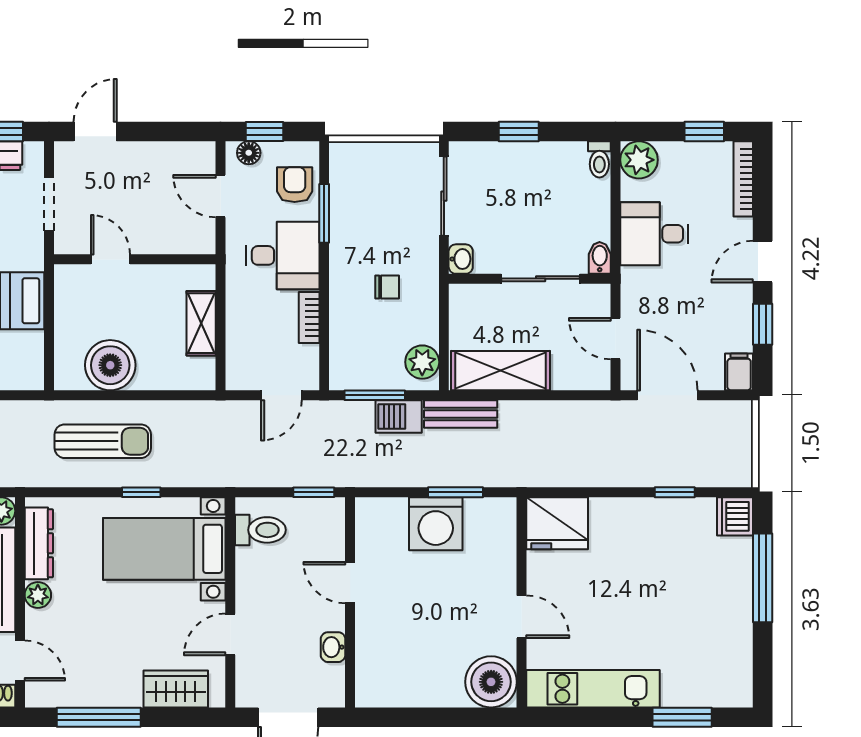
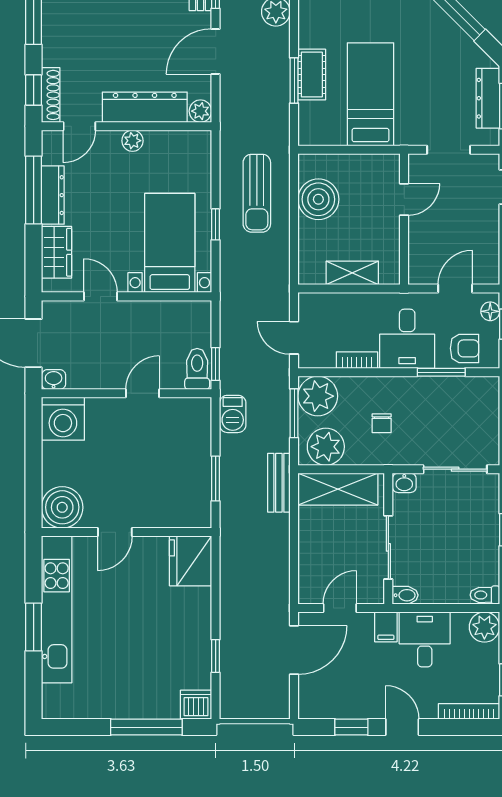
plant: (422, 362) -> (326, 447), width x1.36, depth x1.36
plant: (353, 366) -> (318, 396), added
shelving: (500, 371) -> (338, 489), moved, turned 90
filing cabinet: (739, 372) -> (386, 627), moved, turned 90
barbecue: (399, 416) -> (233, 414), moved, turned 180
washing machine: (436, 524) -> (63, 419), moved, turned -90
toilet: (260, 530) -> (197, 369), moved, turned 180
dresser: (39, 543) -> (53, 195), moved, turned -90
washbasin: (333, 647) -> (54, 380), moved
kitchen unit: (593, 689) -> (57, 609), width x1.36
window: (682, 717) -> (34, 627), moved

